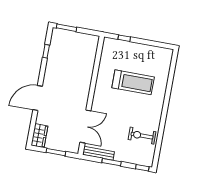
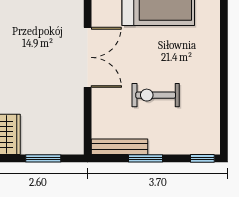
double door: (85, 126) -> (88, 57), moved
exercise bike: (142, 136) -> (156, 95), moved

